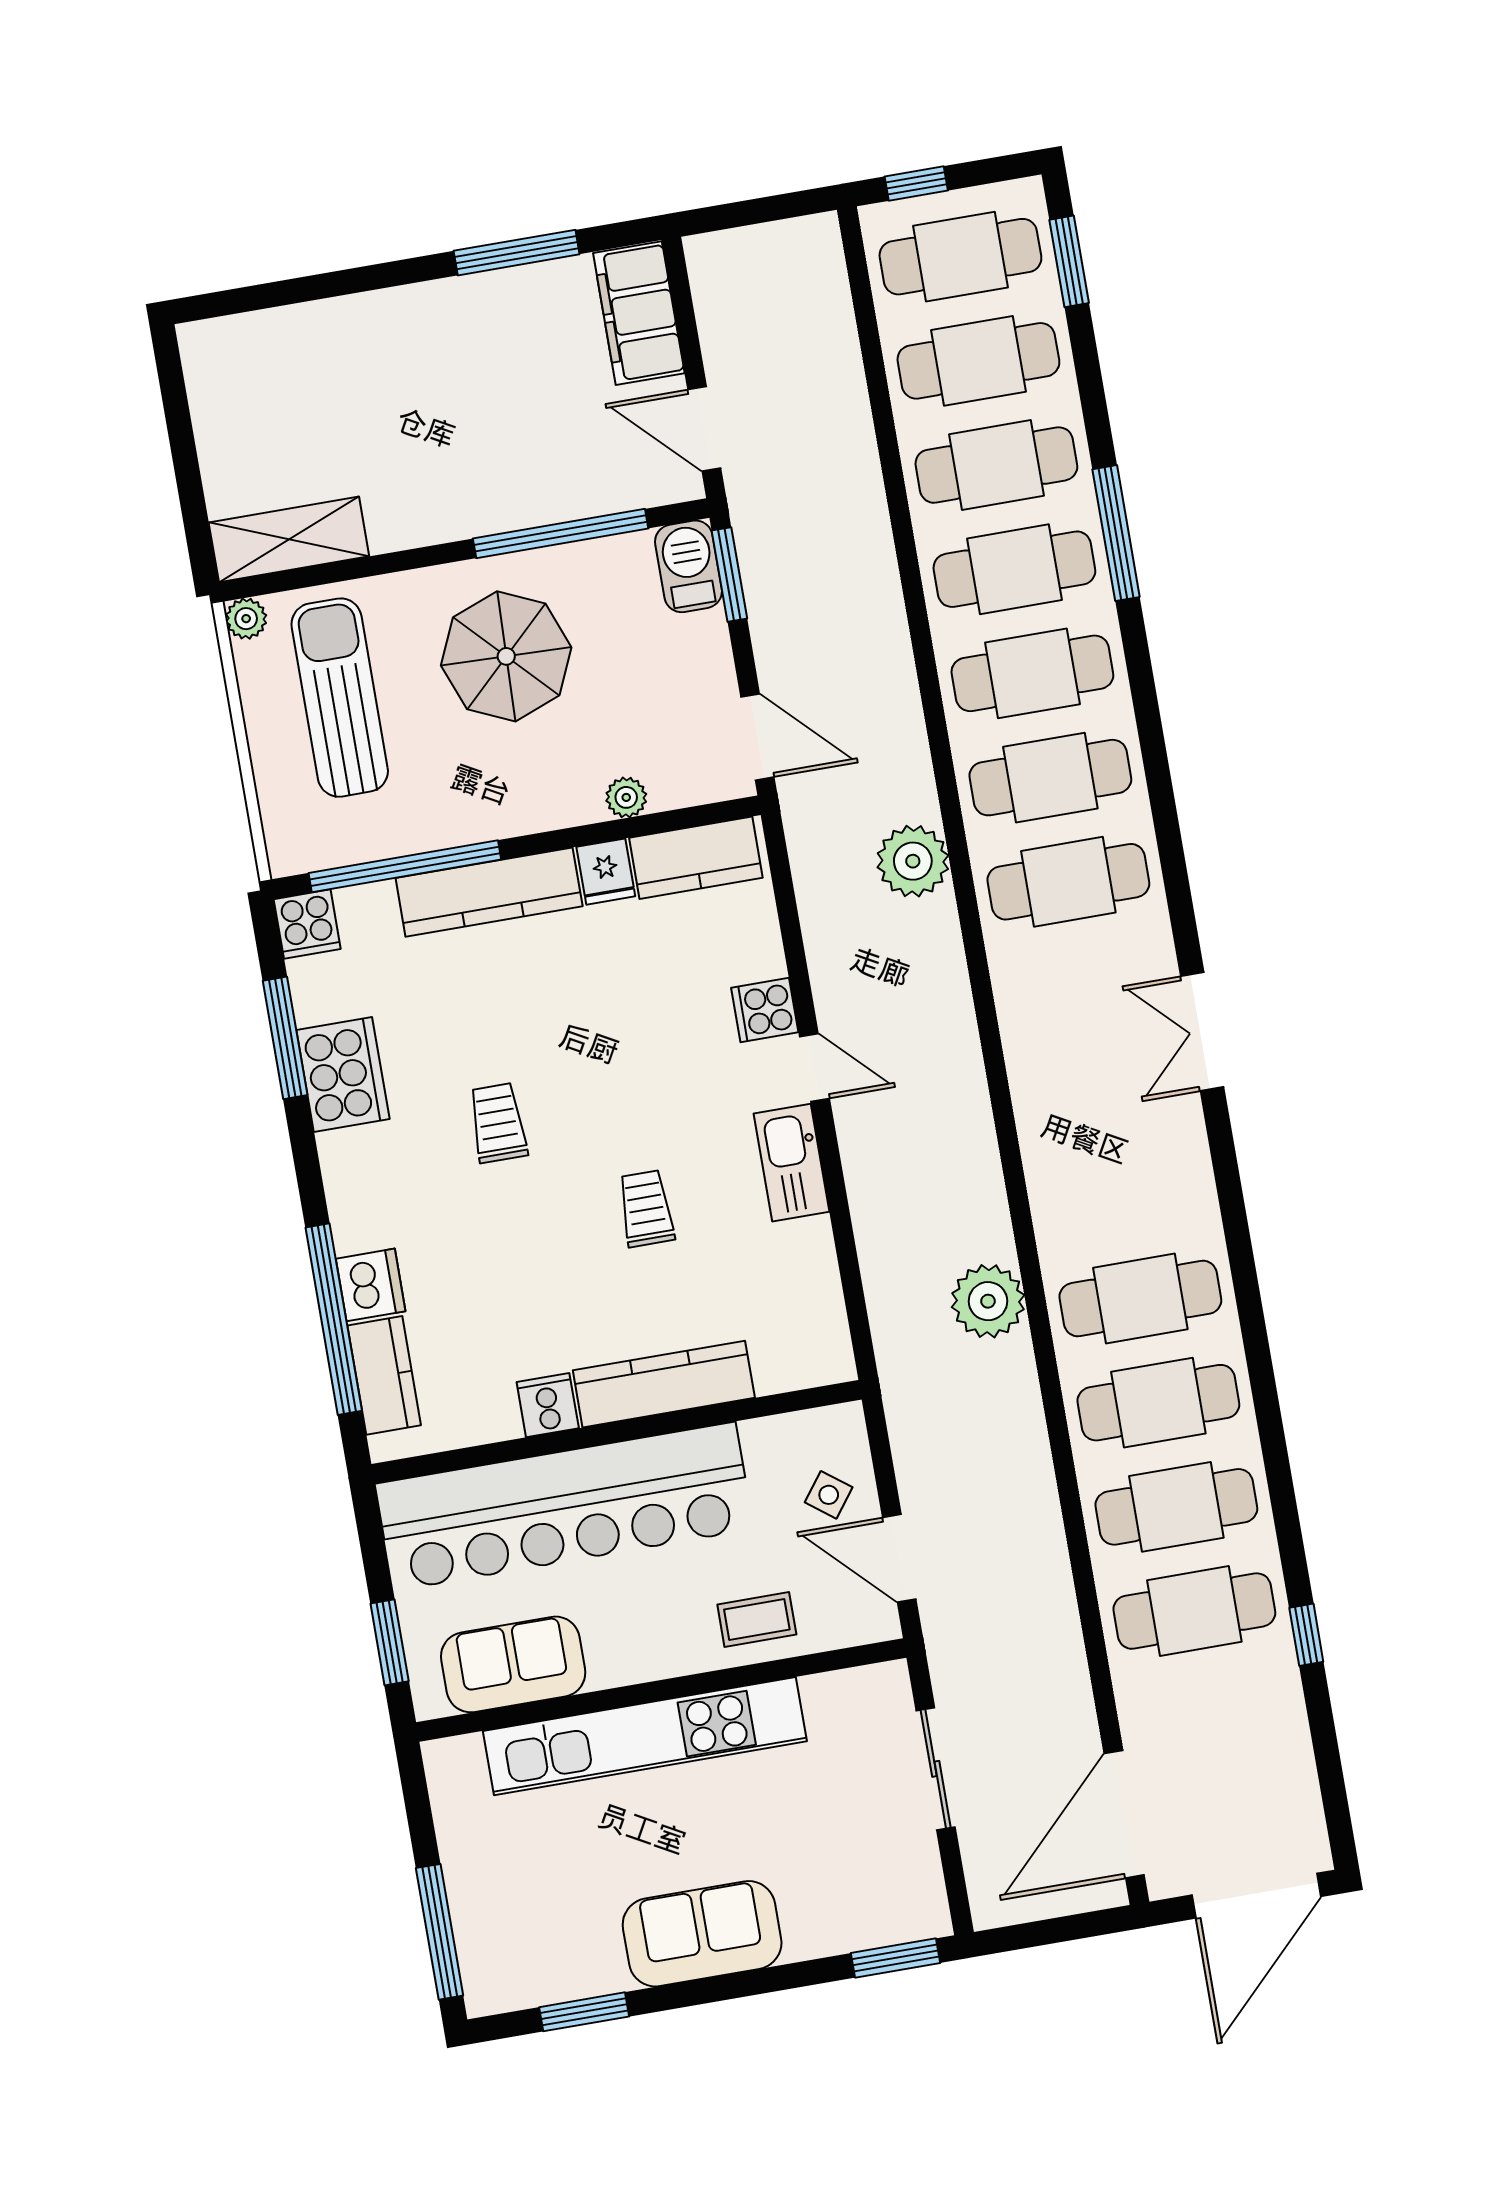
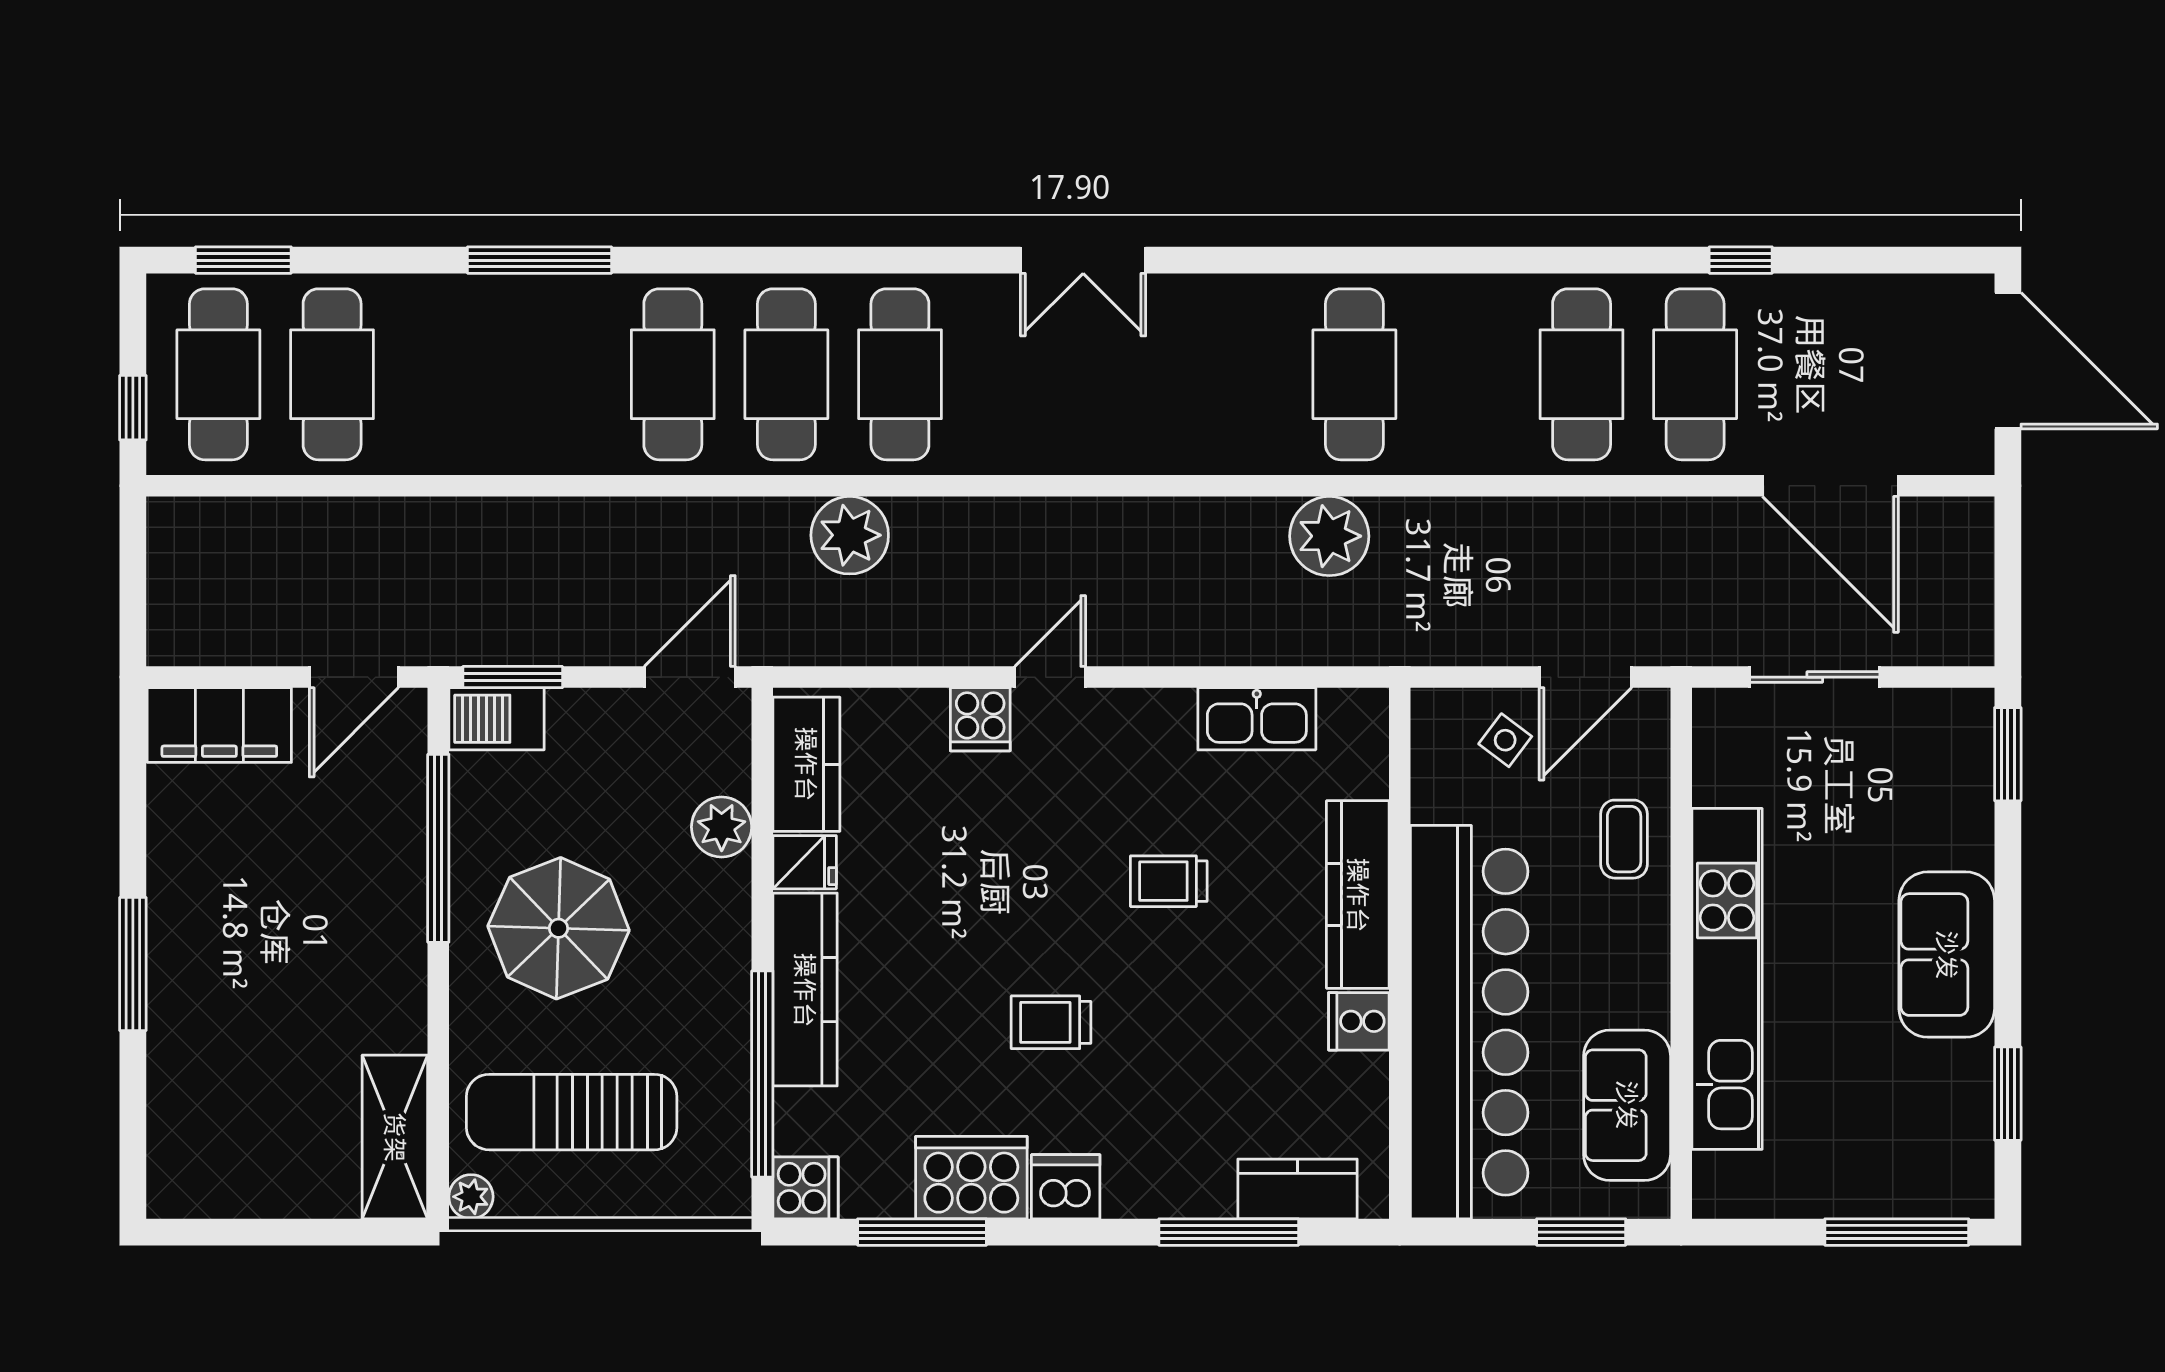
window: (517, 253) -> (133, 964), moved
cafe table: (996, 465) -> (446, 374), removed
cafe table: (1014, 569) -> (559, 374), removed
plant: (626, 797) -> (722, 827), width x1.38, depth x1.38
kitchen sink: (792, 1163) -> (1257, 719), moved
dishwasher: (371, 1285) -> (1066, 1187), moved
window: (334, 1319) -> (1229, 1232), width x0.68
cafe table: (1158, 1403) -> (1468, 374), removed
door: (1124, 1814) -> (1830, 486), moved

